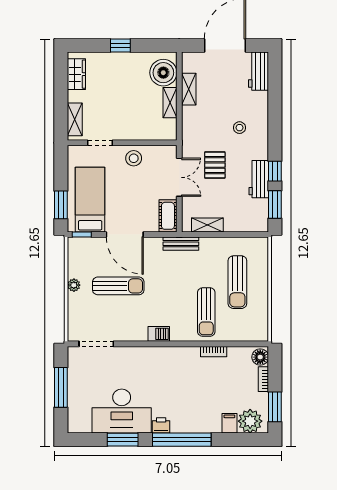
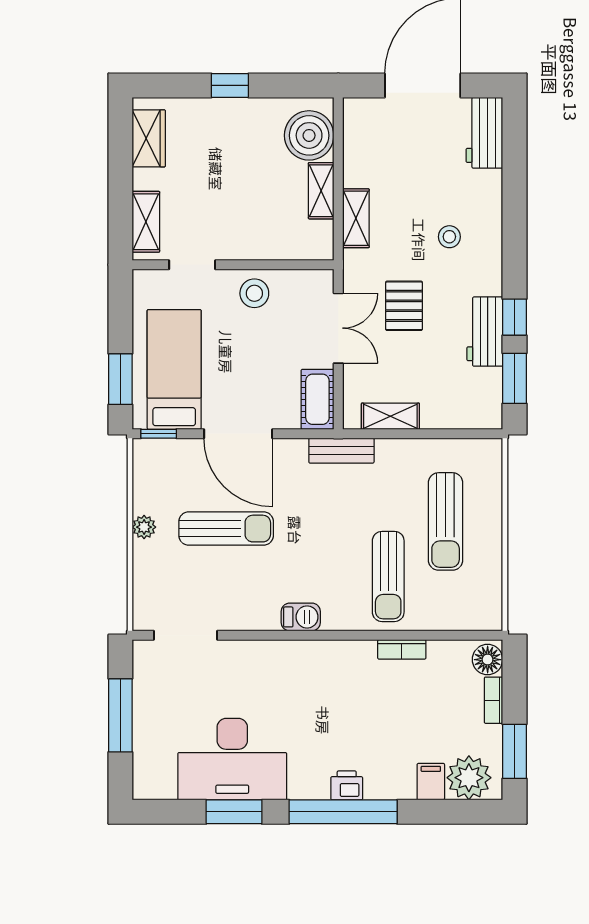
shelving: (189, 89) -> (356, 218), moved
printer: (161, 425) -> (347, 785), moved

